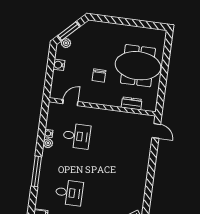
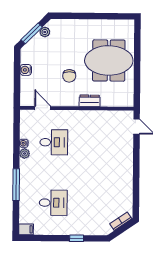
plant: (66, 43) -> (45, 32), moved
door: (70, 103) -> (43, 108), hinge flipped
dresser: (132, 103) -> (90, 101), moved

